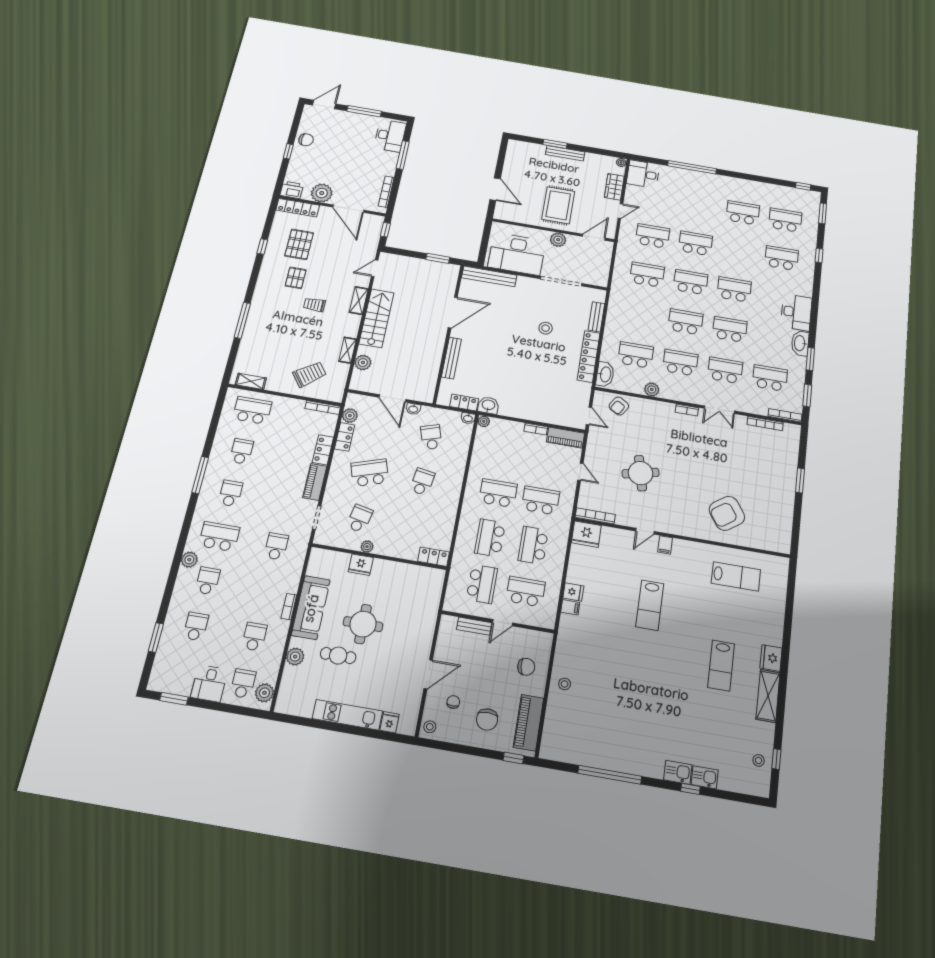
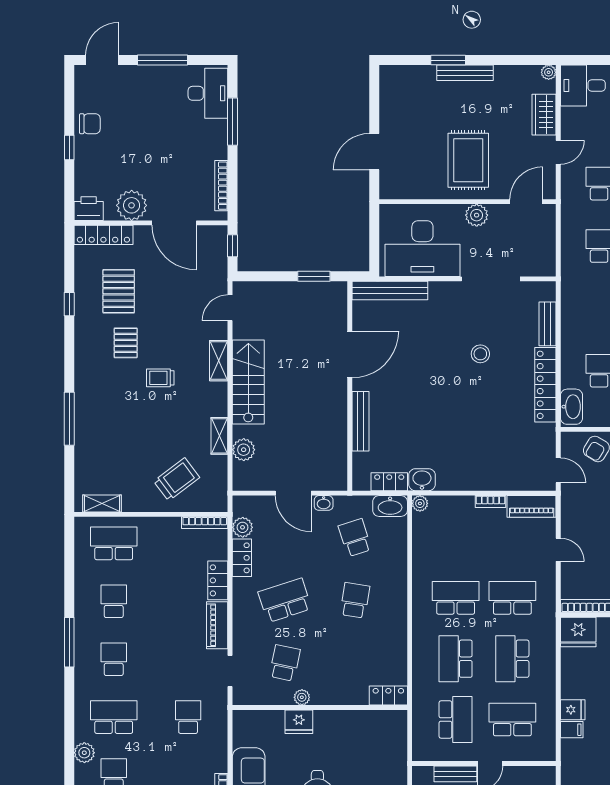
door: (495, 189) -> (374, 152), swing flipped
washbasin: (468, 418) -> (390, 506), width x1.91, depth x1.45

